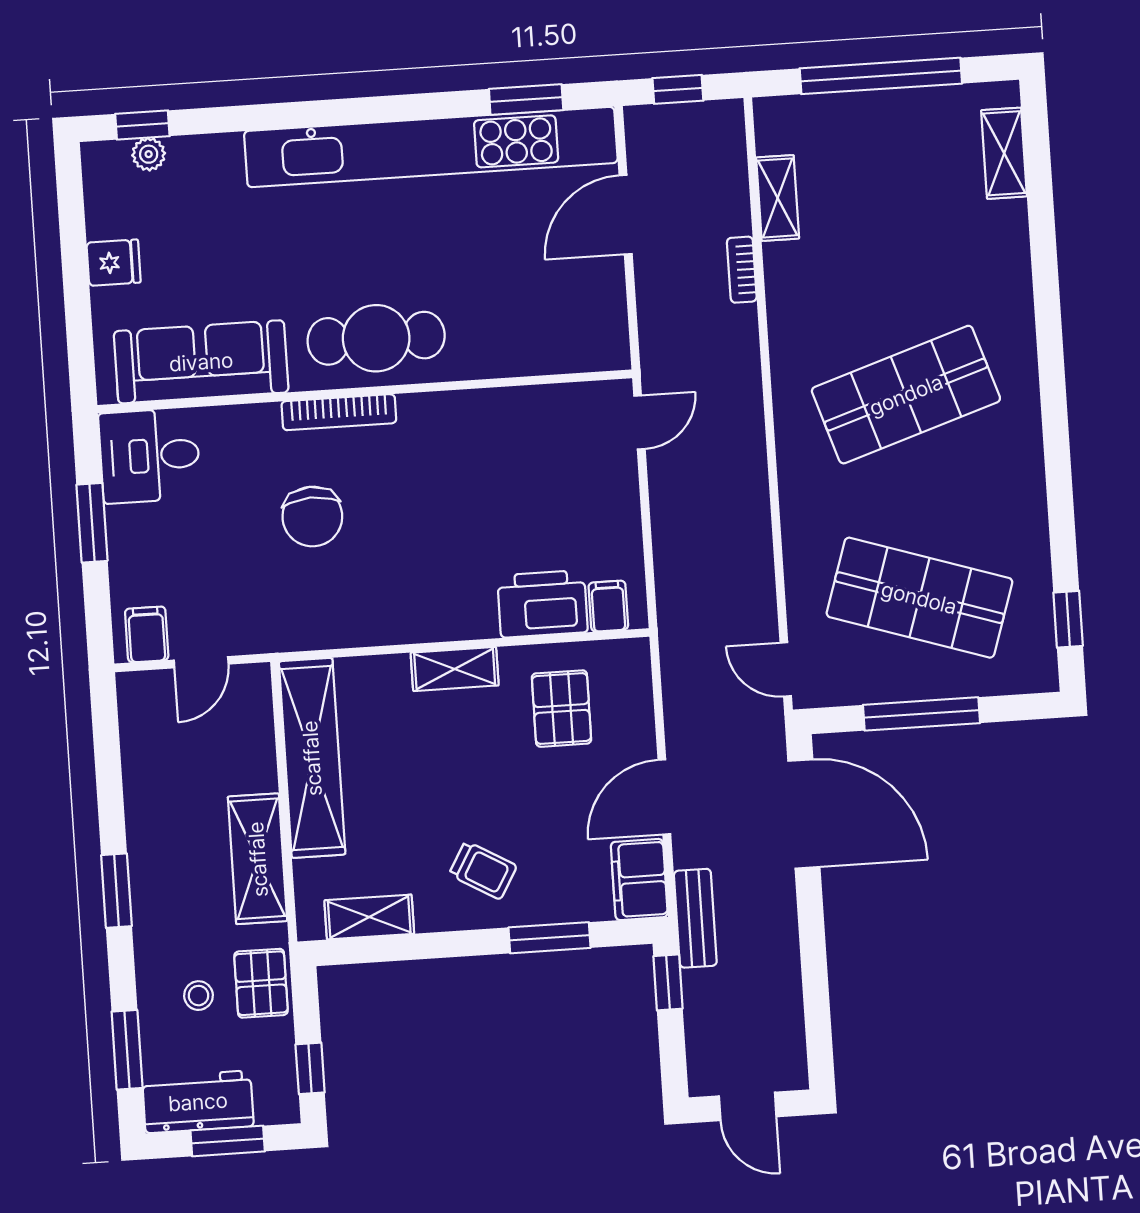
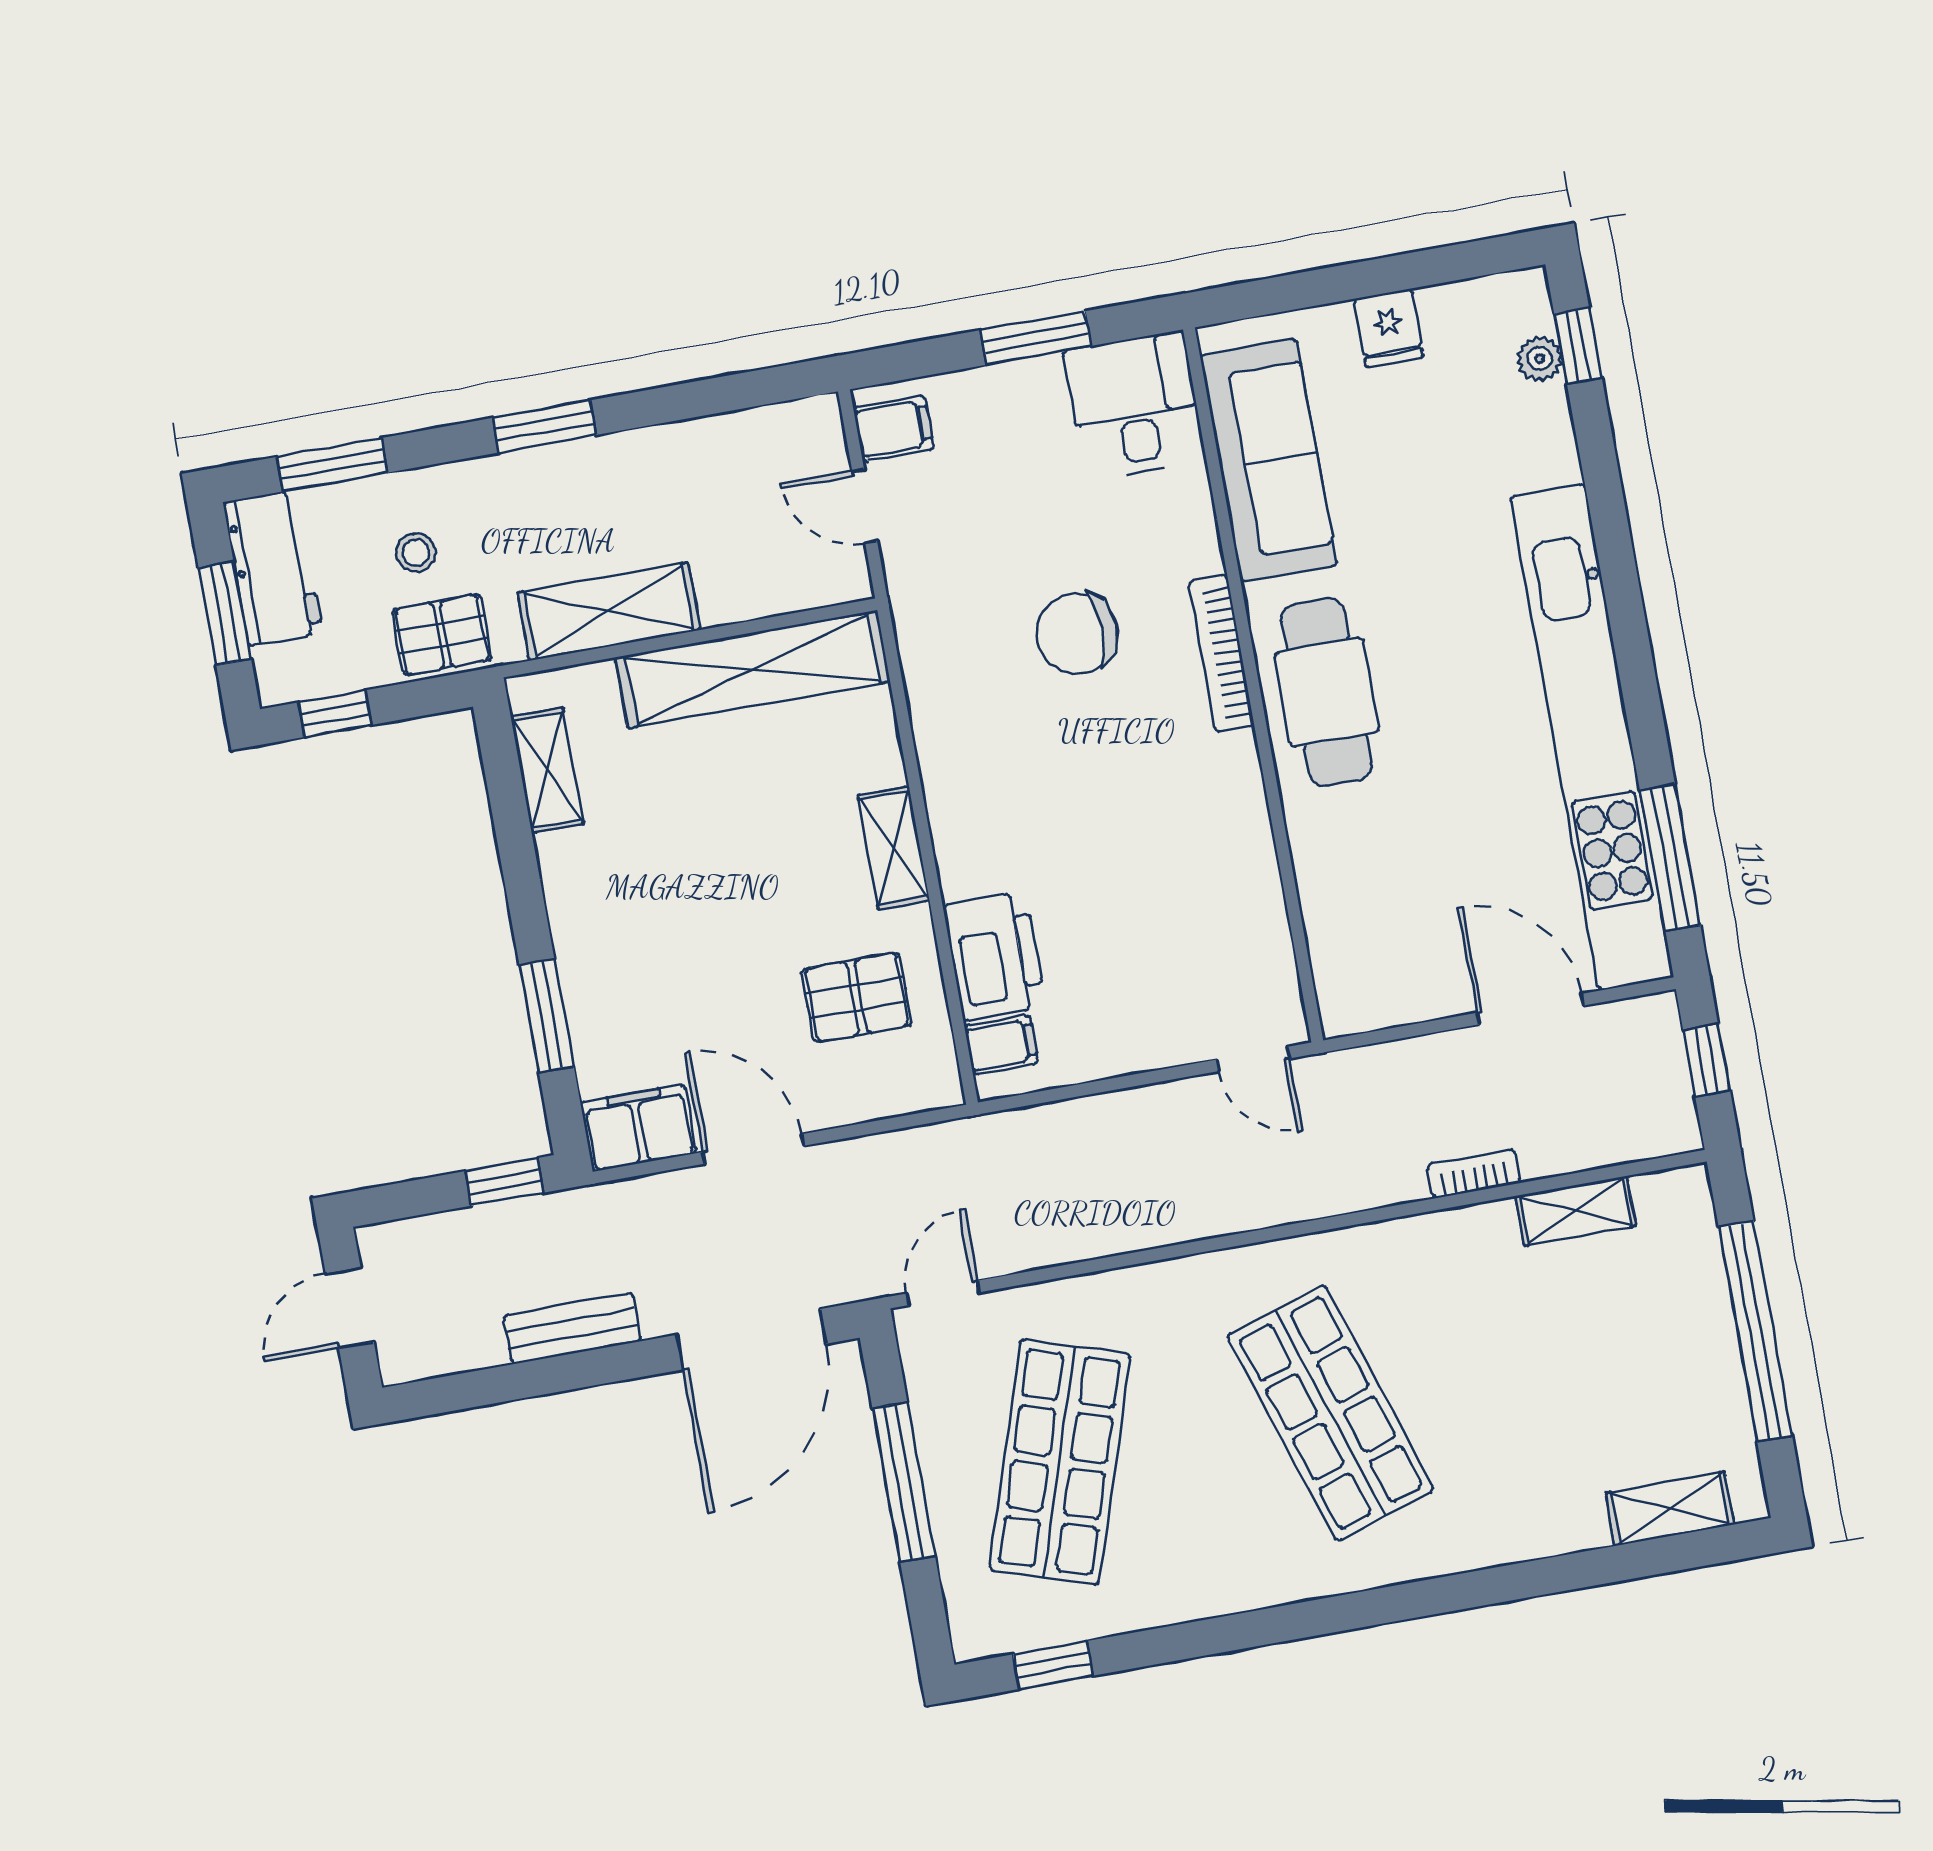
window: (526, 99) -> (1670, 858), width x1.44
trolley: (483, 870) -> (627, 916), removed
bench: (695, 918) -> (572, 1328), moved

